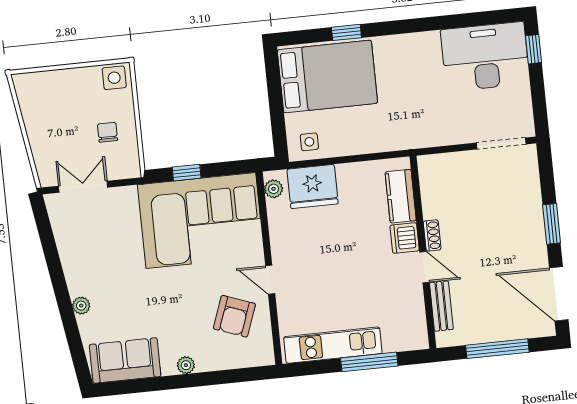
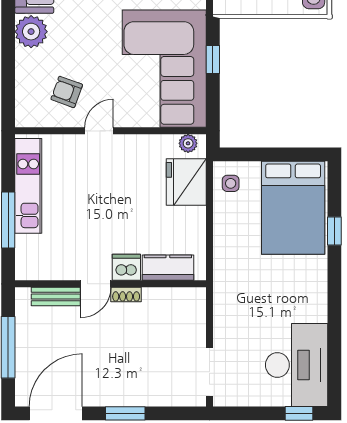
armchair: (234, 316) -> (67, 92), width x0.72, depth x0.72
plant: (186, 365) -> (31, 32), width x1.87, depth x1.87

